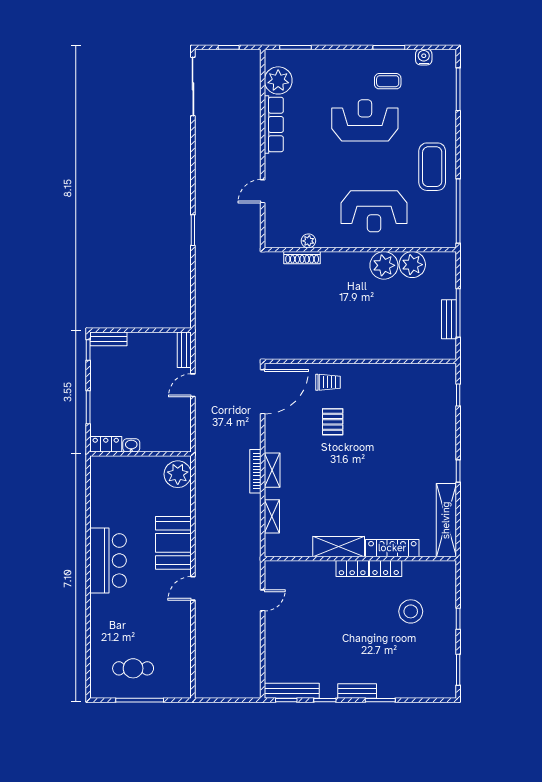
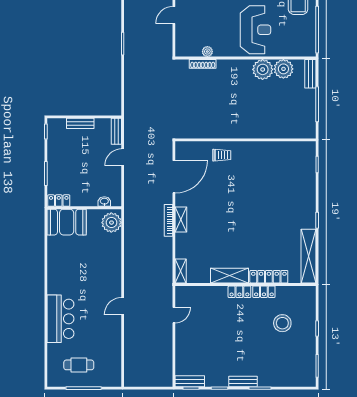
reception desk: (374, 211) -> (255, 30), turned -90
bench: (449, 319) -> (310, 74), moved
bench: (108, 339) -> (80, 123), moved
door: (263, 392) -> (174, 177), moved
pallet: (333, 422) -> (225, 184), removed
washbasin: (131, 445) -> (104, 201), moved
shelving: (272, 516) -> (181, 271), moved
booth: (173, 543) -> (67, 222), moved, turned 90
bar counter: (108, 561) -> (60, 319), moved
bench: (292, 691) -> (190, 381), width x0.73

